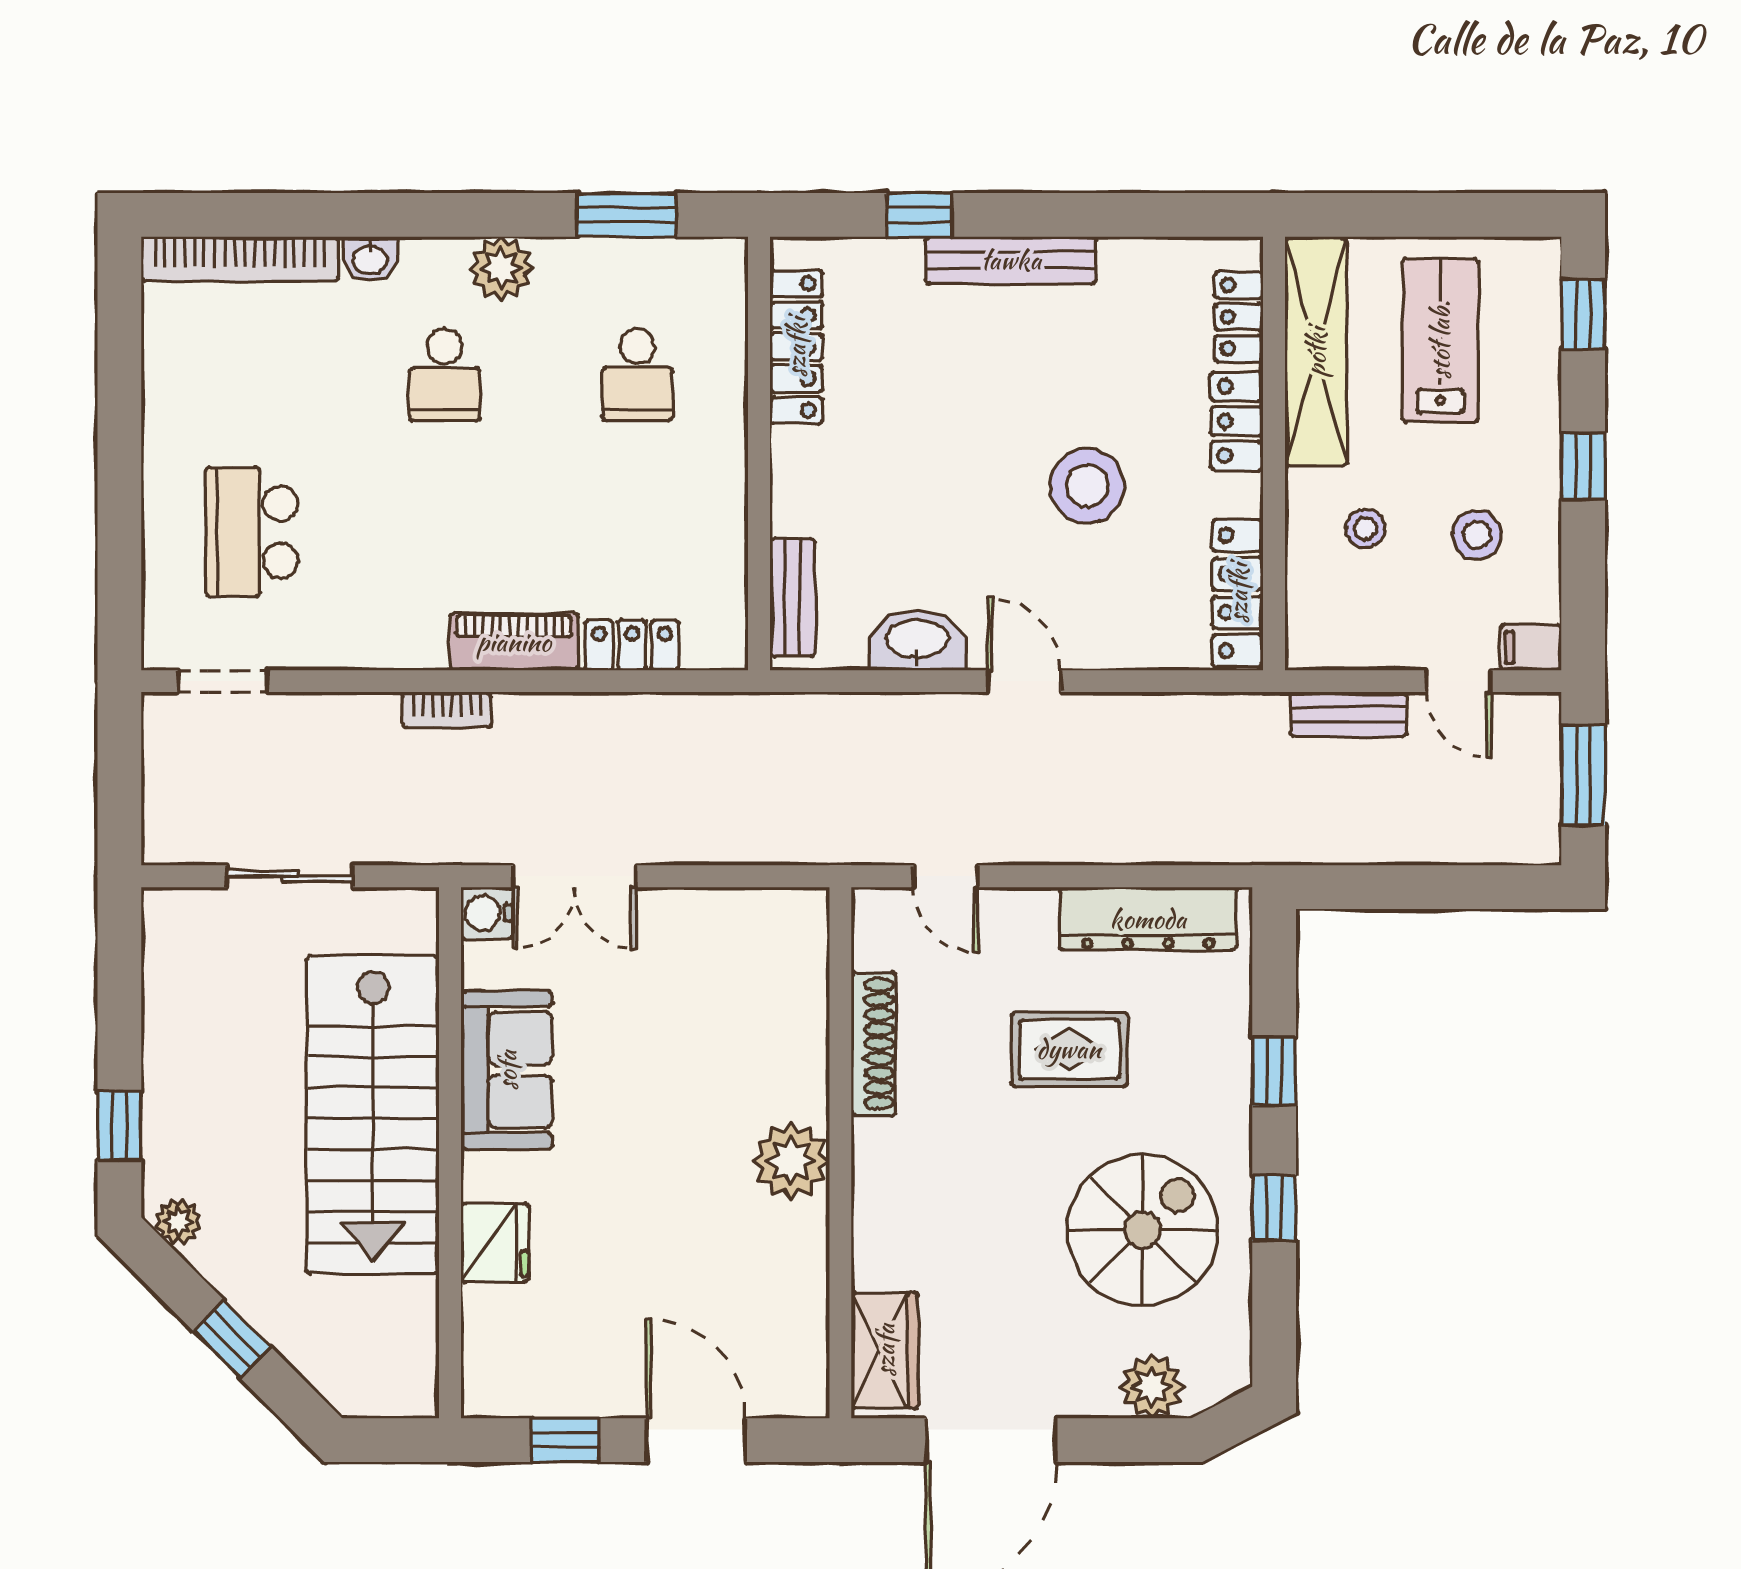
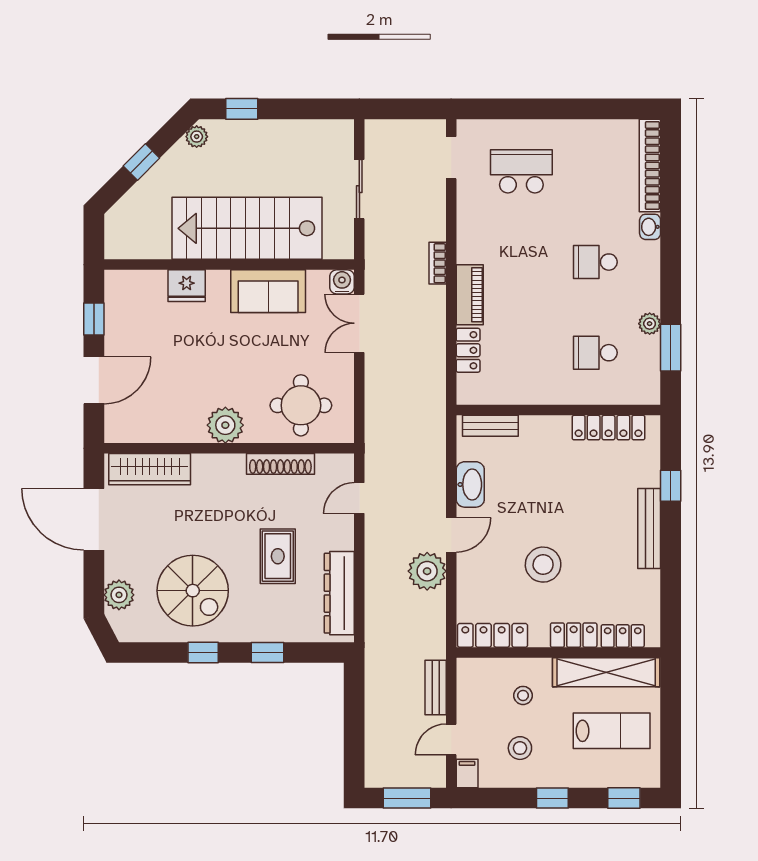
plant: (501, 268) -> (650, 324), moved, width x0.73, depth x0.73
plant: (1101, 732) -> (427, 571), added
round table: (749, 1000) -> (301, 405), added
wardrobe: (885, 1350) -> (150, 469), width x1.50

